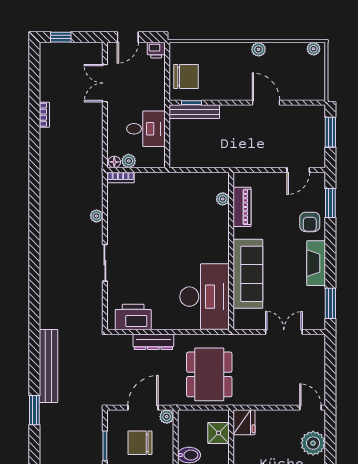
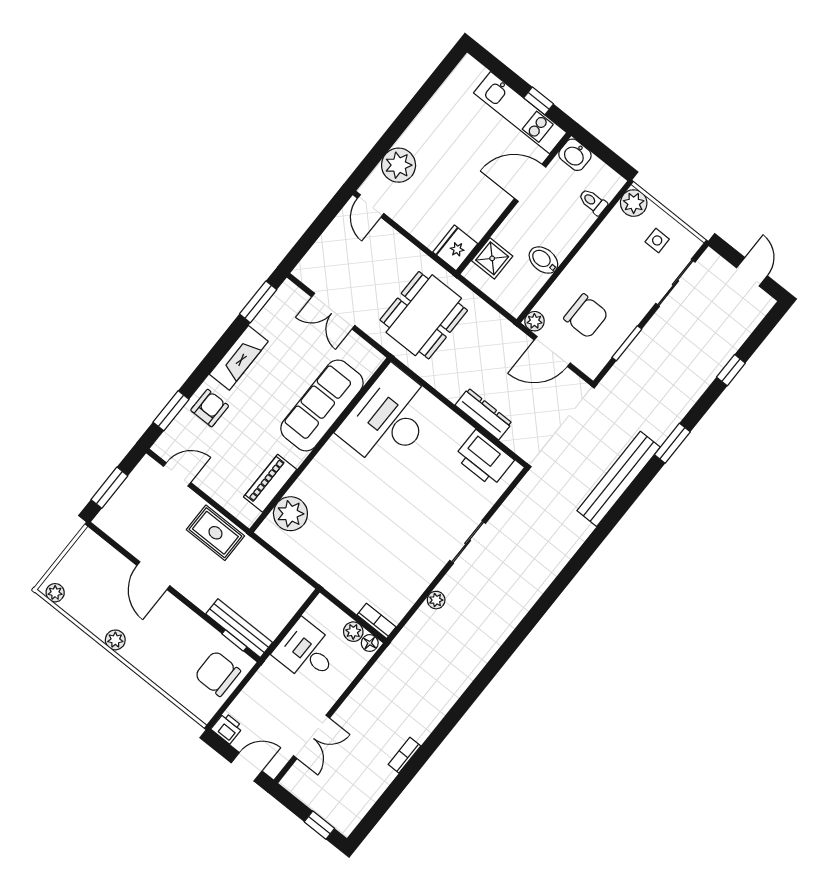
rug: (250, 155) -> (215, 533), added
plant: (223, 199) -> (290, 514), width x1.87, depth x1.87
dining table: (209, 374) -> (424, 315), moved

